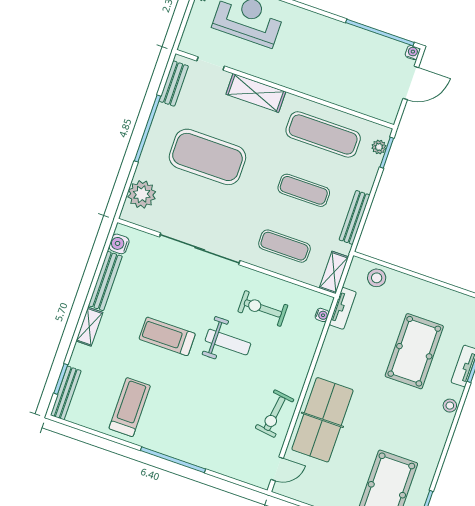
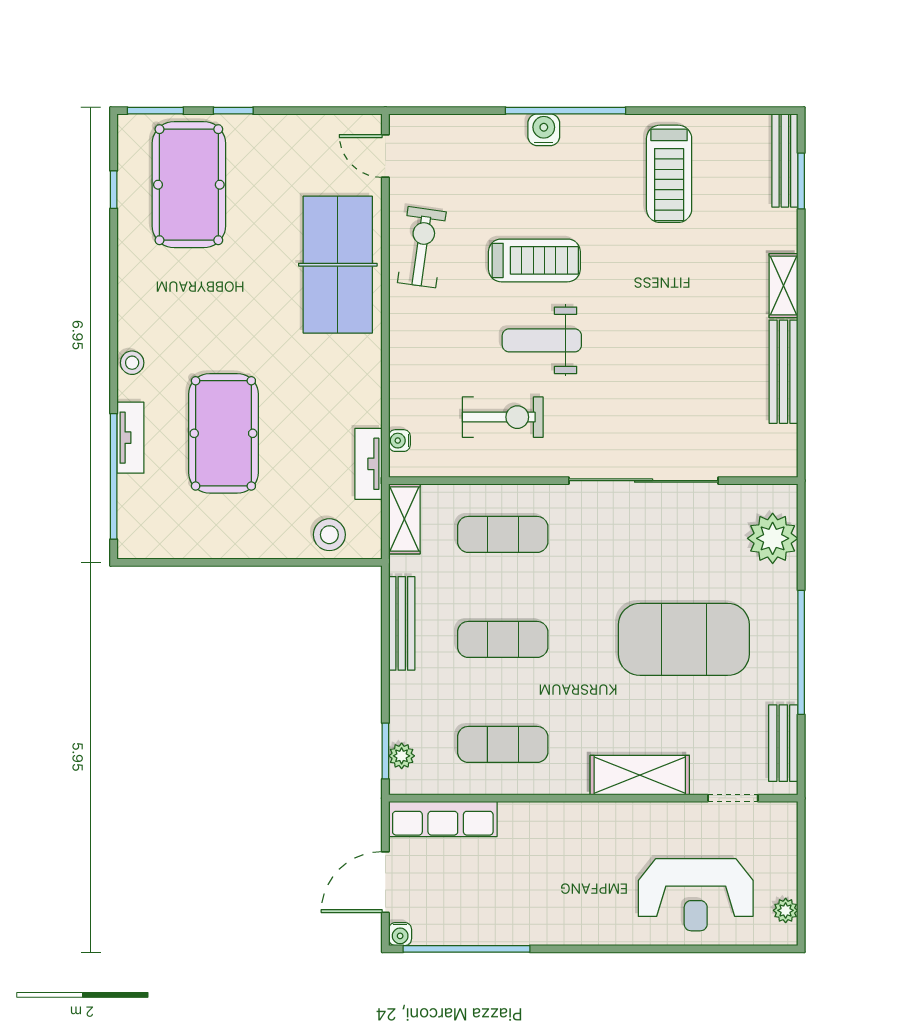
row of seats: (369, 106) -> (443, 819), added
exercise mat: (323, 134) -> (503, 744), width x0.73, depth x0.69
water cooler: (119, 244) -> (544, 130), moved, turned -90
treadmill: (167, 336) -> (534, 260), moved
door: (277, 469) -> (385, 156), hinge flipped

